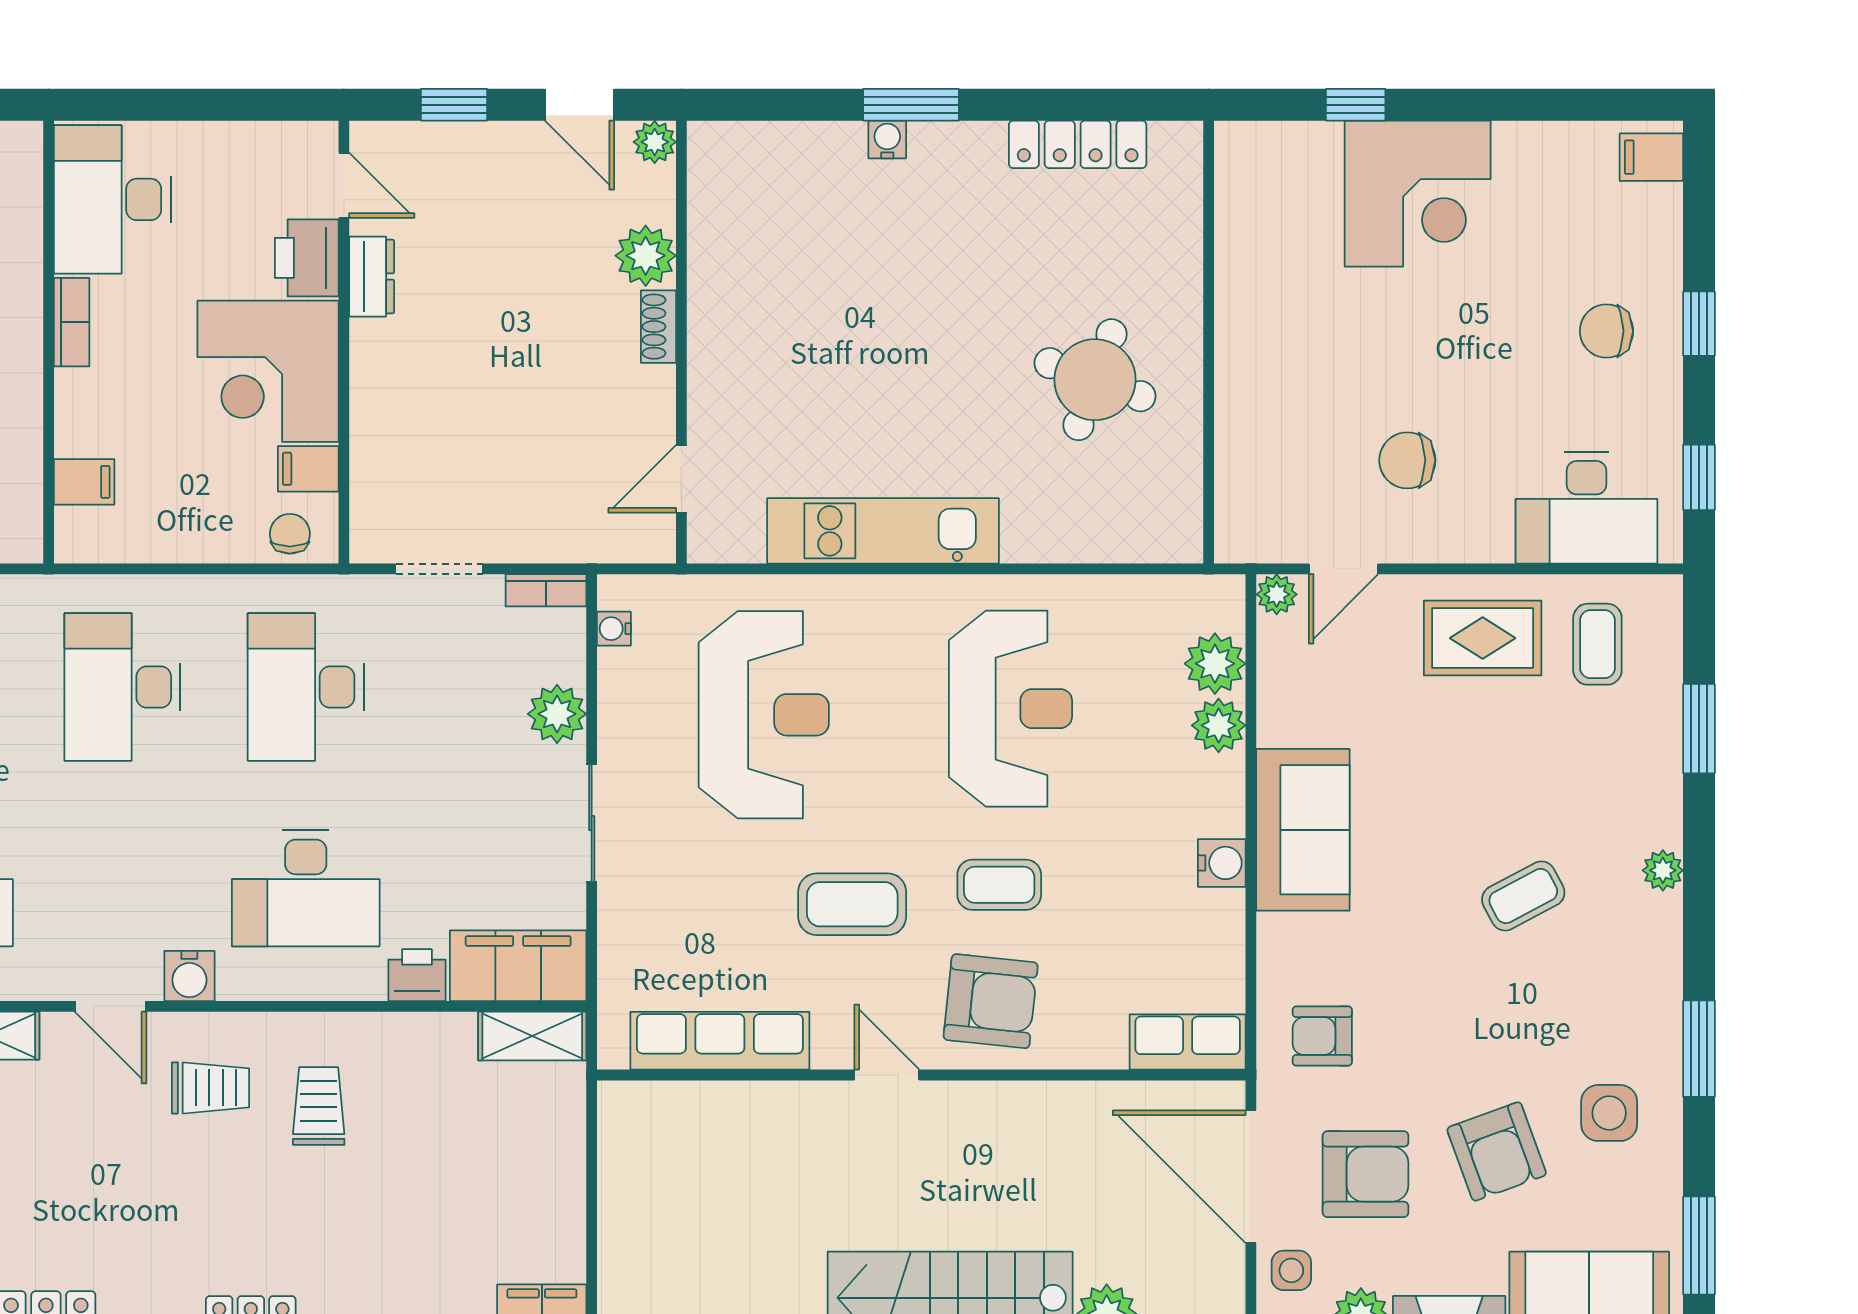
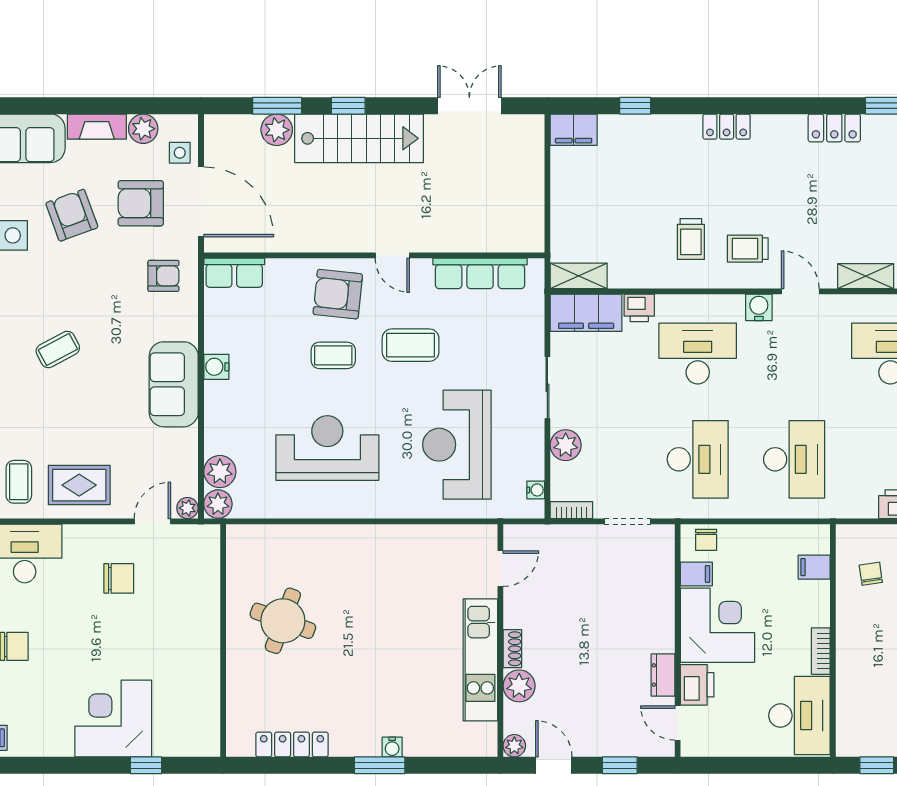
kitchen unit: (883, 531) -> (480, 660), moved, turned 90
reception desk: (1010, 709) -> (327, 448), turned 90
plant: (1219, 725) -> (218, 504), moved

